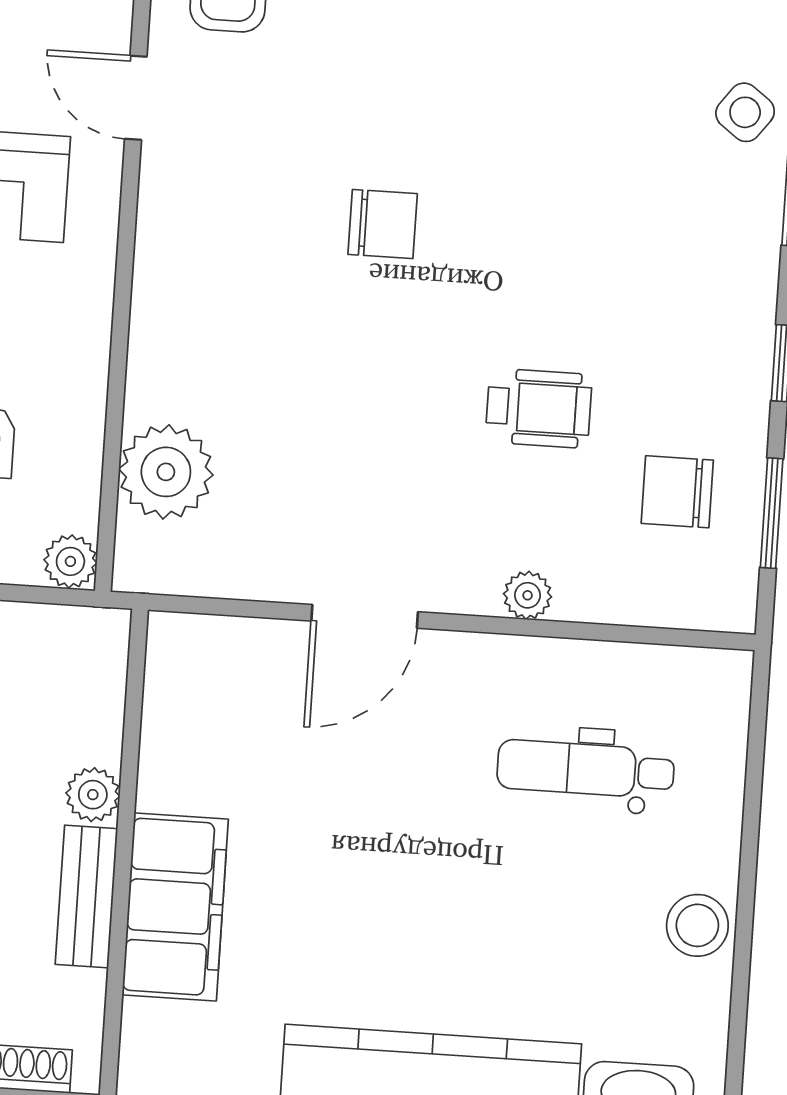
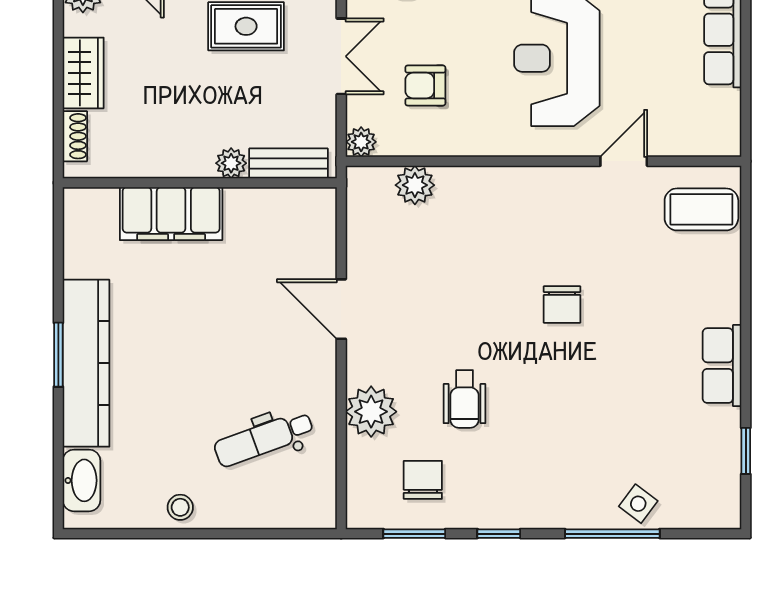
plant: (166, 472) -> (415, 185), width x0.73, depth x0.73
plant: (528, 595) -> (371, 412), width x1.88, depth x1.88
dental chair: (586, 769) -> (264, 439), turned -110
bench: (86, 897) -> (288, 163), moved
stool: (697, 925) -> (180, 507), width x0.73, depth x0.73

